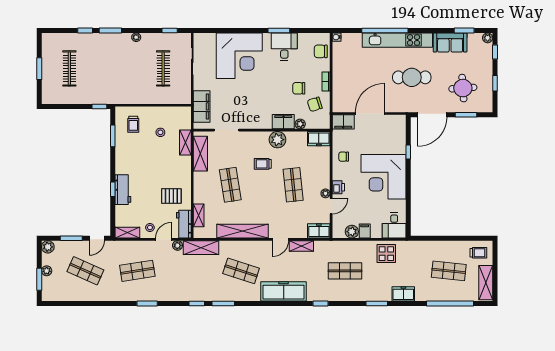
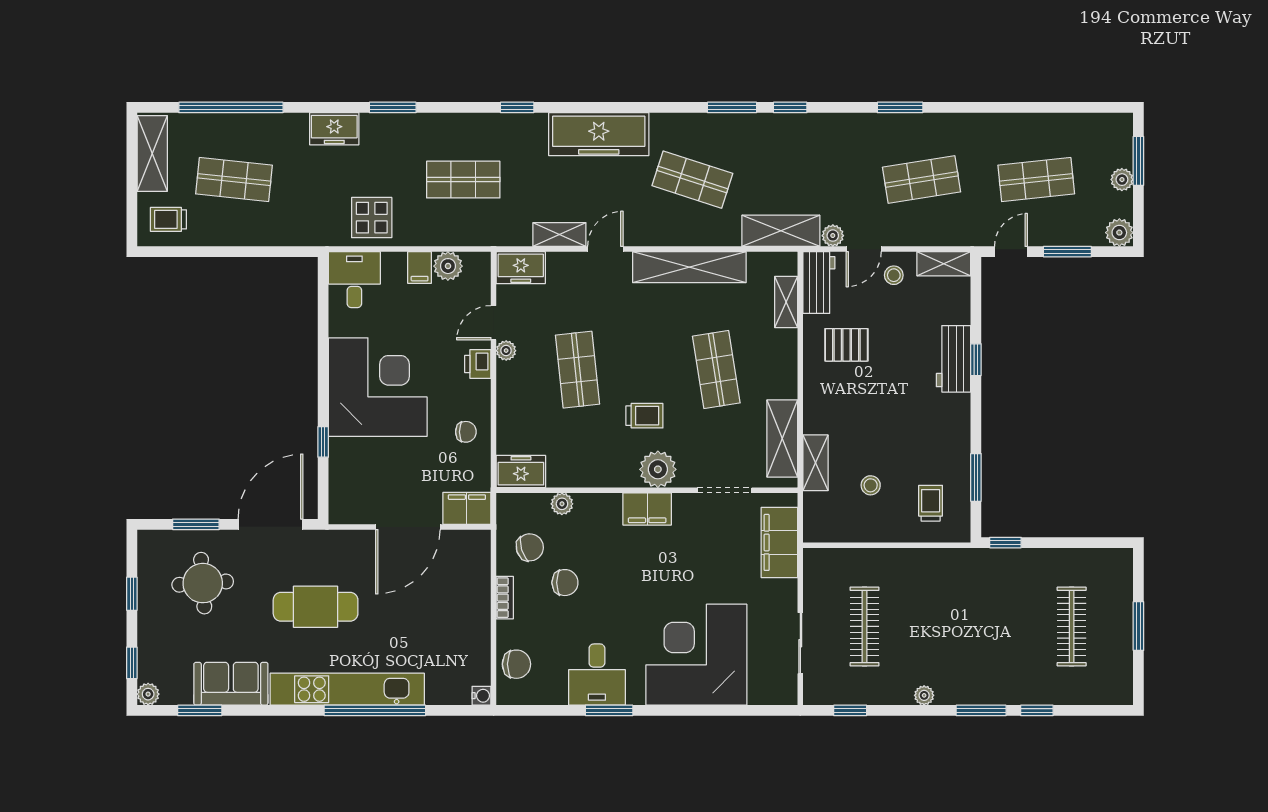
filing cabinet: (283, 122) -> (647, 509), moved
plant: (277, 140) -> (658, 469), moved
shop shelf: (85, 271) -> (1036, 180), turned -30

